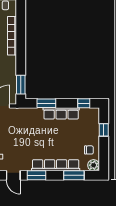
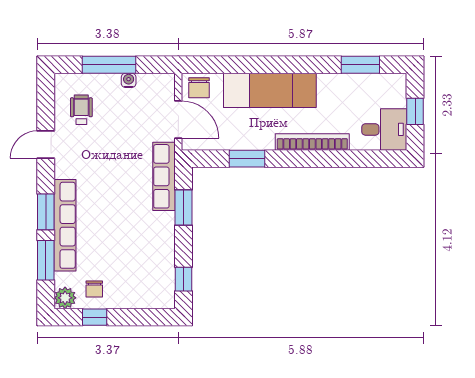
window: (21, 85) -> (247, 159), moved
row of seats: (61, 113) -> (164, 176), moved
window: (104, 130) -> (95, 317), moved
window: (36, 175) -> (46, 212), moved

